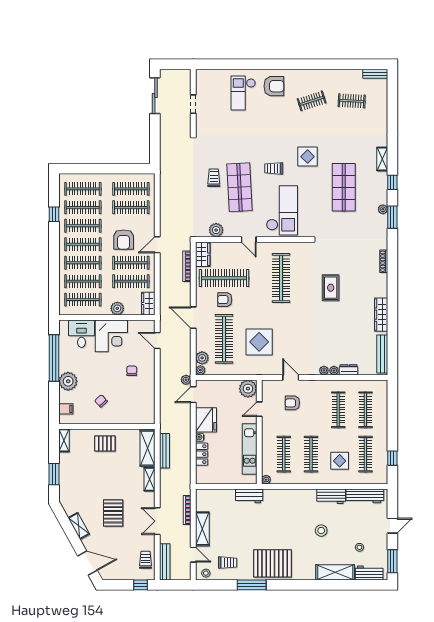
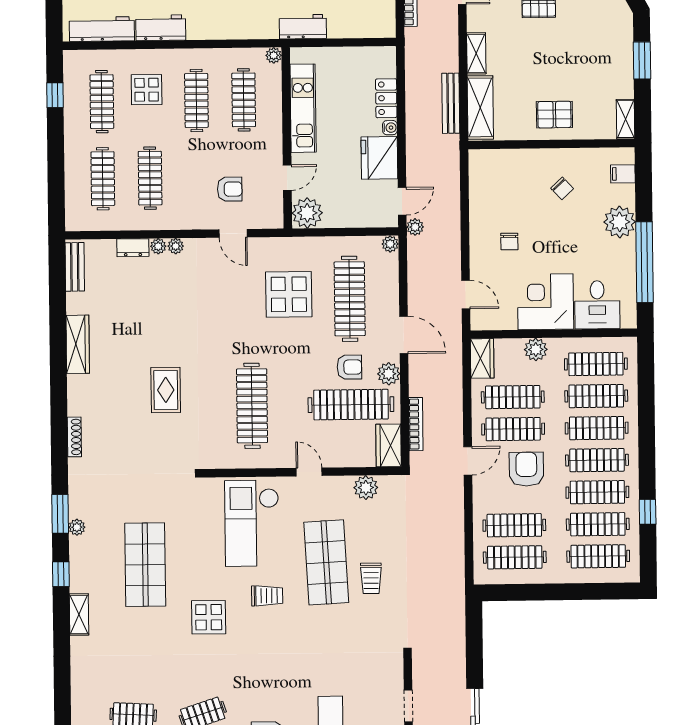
bench: (382, 354) -> (75, 267), width x0.73
plant: (202, 358) -> (389, 374), moved

